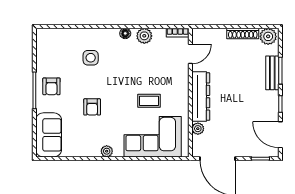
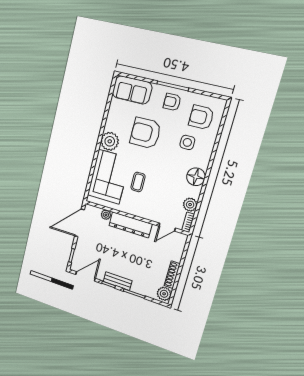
floor lamp: (125, 33) -> (196, 177), width x1.89, depth x1.89
plant: (144, 36) -> (190, 205), moved
armchair: (60, 50) -> (201, 117), added
door: (190, 54) -> (167, 227), hinge flipped
bench: (272, 73) -> (118, 281), moved
armchair: (92, 107) -> (145, 133), width x1.88, depth x1.88
plant: (107, 151) -> (110, 141), width x1.88, depth x1.88

